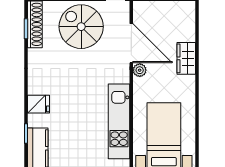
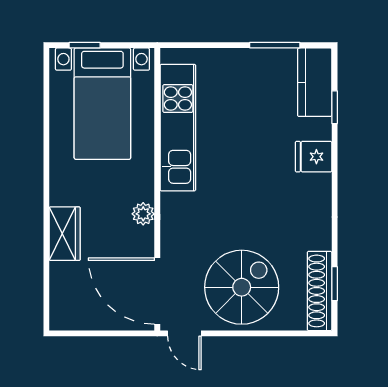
spiral stairs: (81, 27) -> (242, 287), turned -90
door: (131, 43) -> (157, 291), moved

